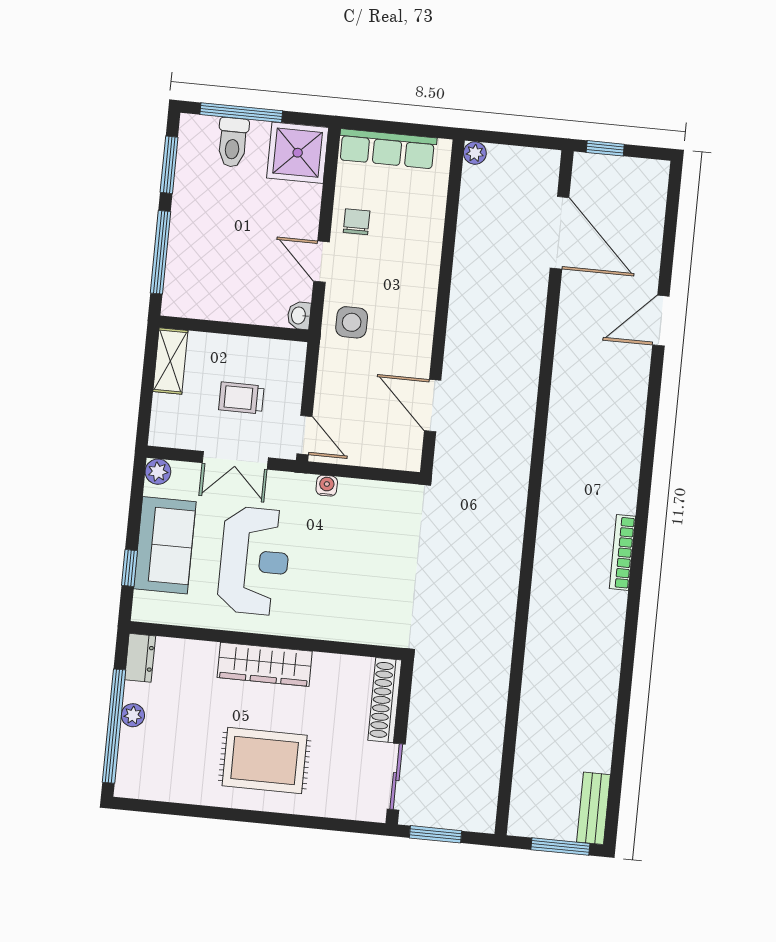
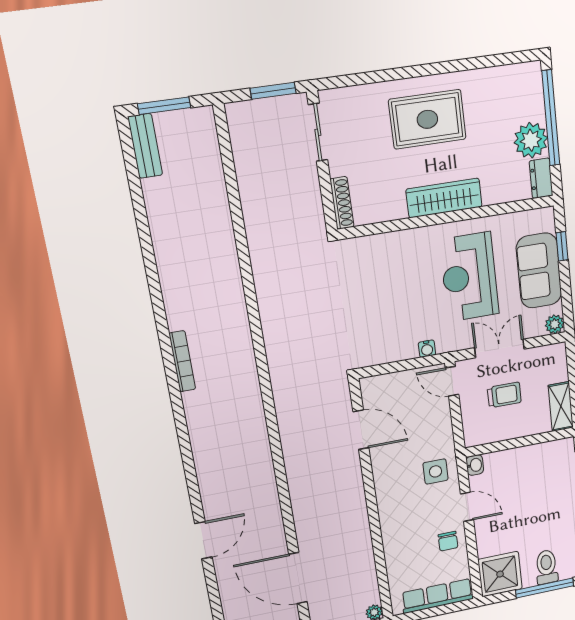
shoe rack: (385, 700) -> (342, 203), width x0.74, depth x0.81
plant: (133, 715) -> (531, 140), width x1.88, depth x1.88

